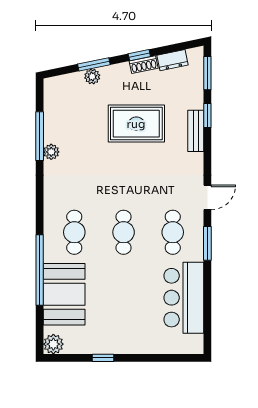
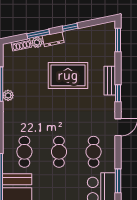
dresser: (173, 60) -> (53, 39), moved
shoe rack: (144, 65) -> (21, 45), moved
window: (207, 115) -> (118, 93), moved
window: (207, 243) -> (118, 181), moved

